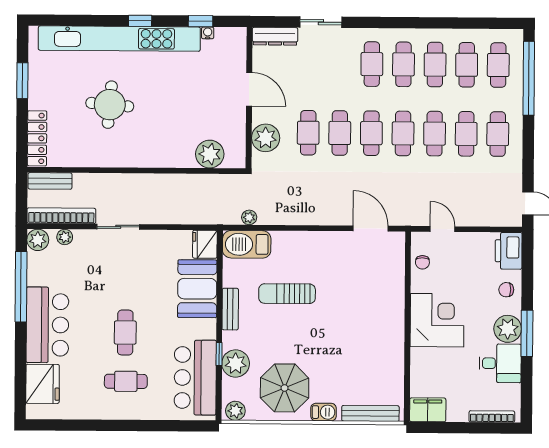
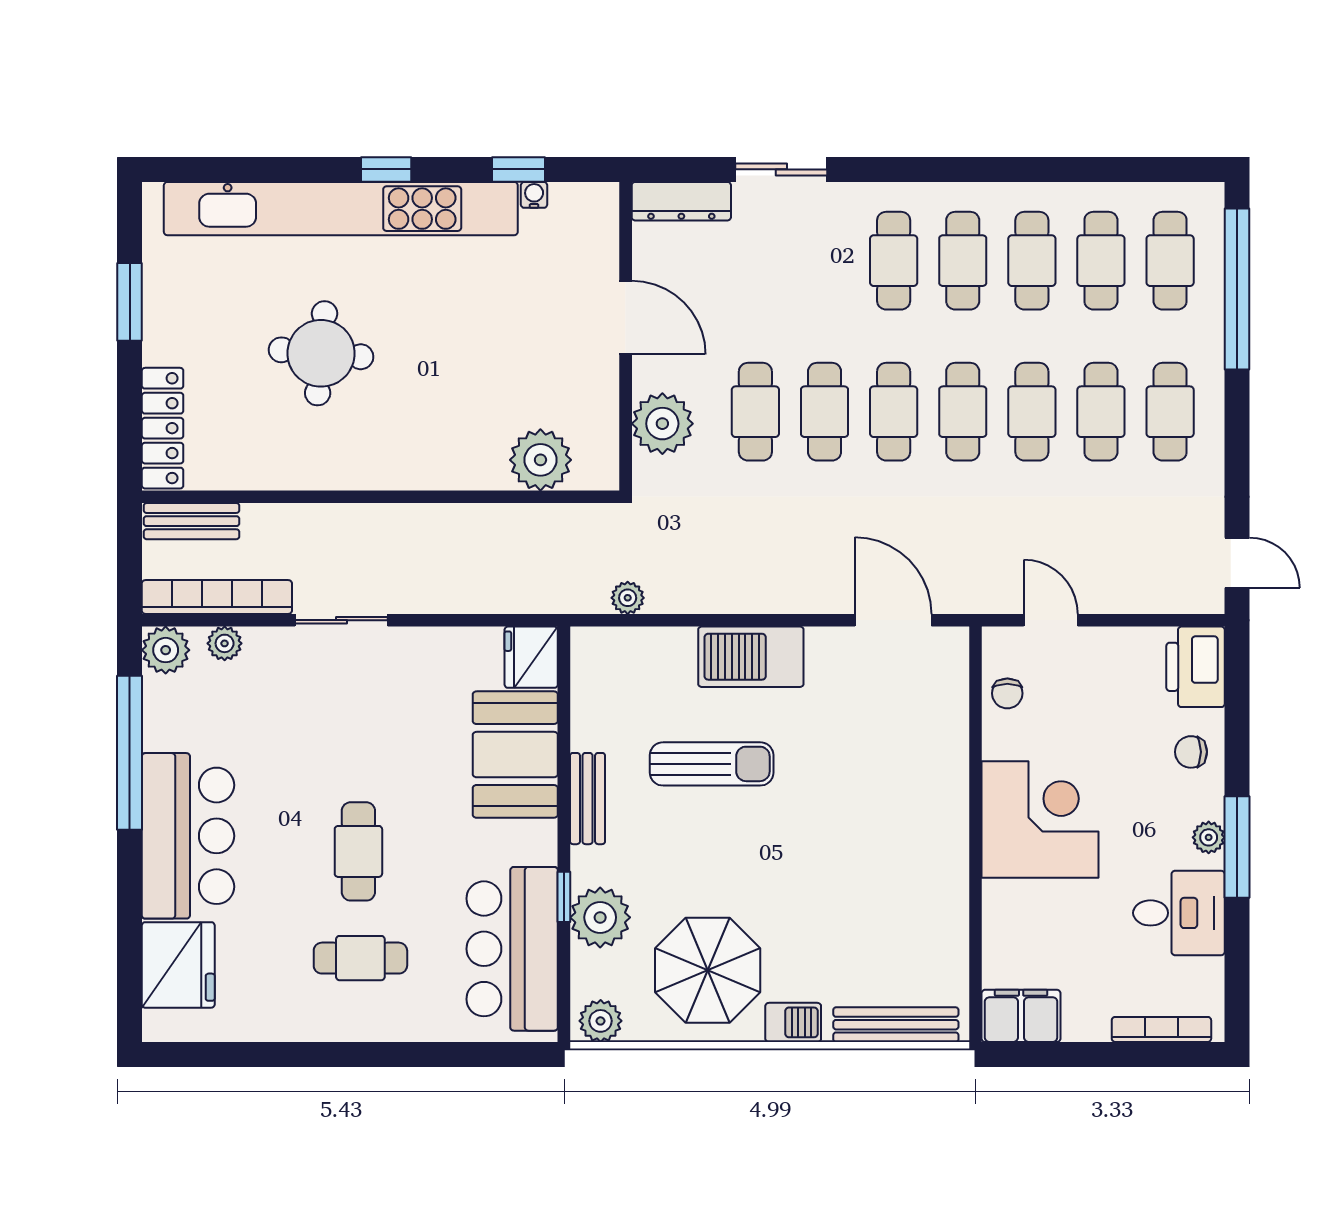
barbecue: (247, 244) -> (751, 657), moved
sun lounger: (287, 294) -> (712, 764), turned 180
plant: (508, 329) -> (1209, 837), width x0.53, depth x0.53

